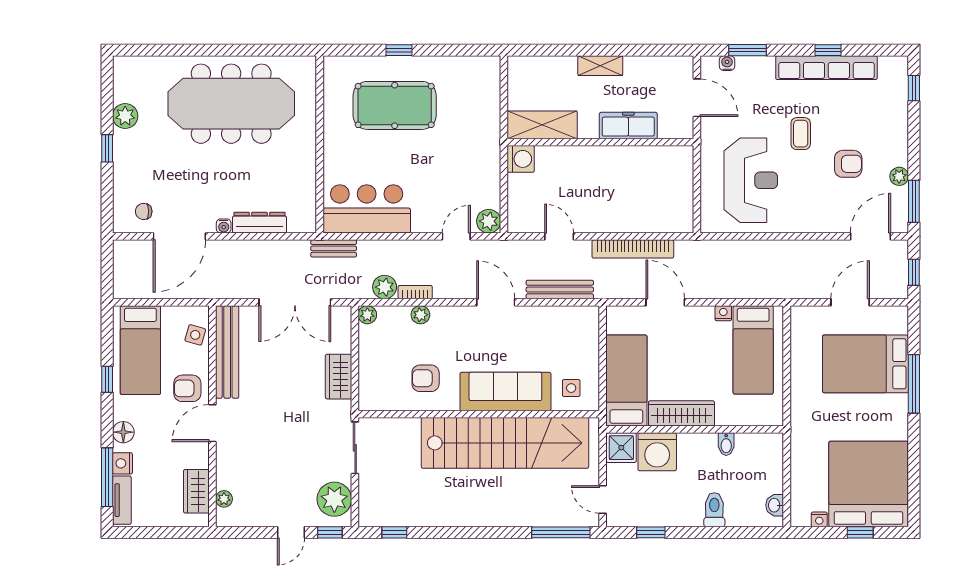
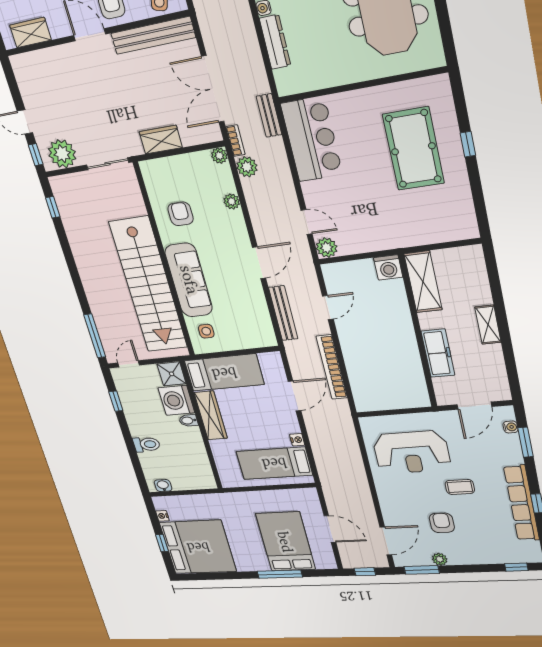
armchair: (848, 164) -> (442, 523), turned 180
door: (870, 236) -> (386, 541), hinge flipped
bookcase: (415, 292) -> (235, 141), moved
bidet: (726, 444) -> (188, 420), moved
plant: (224, 499) -> (32, 59), removed

